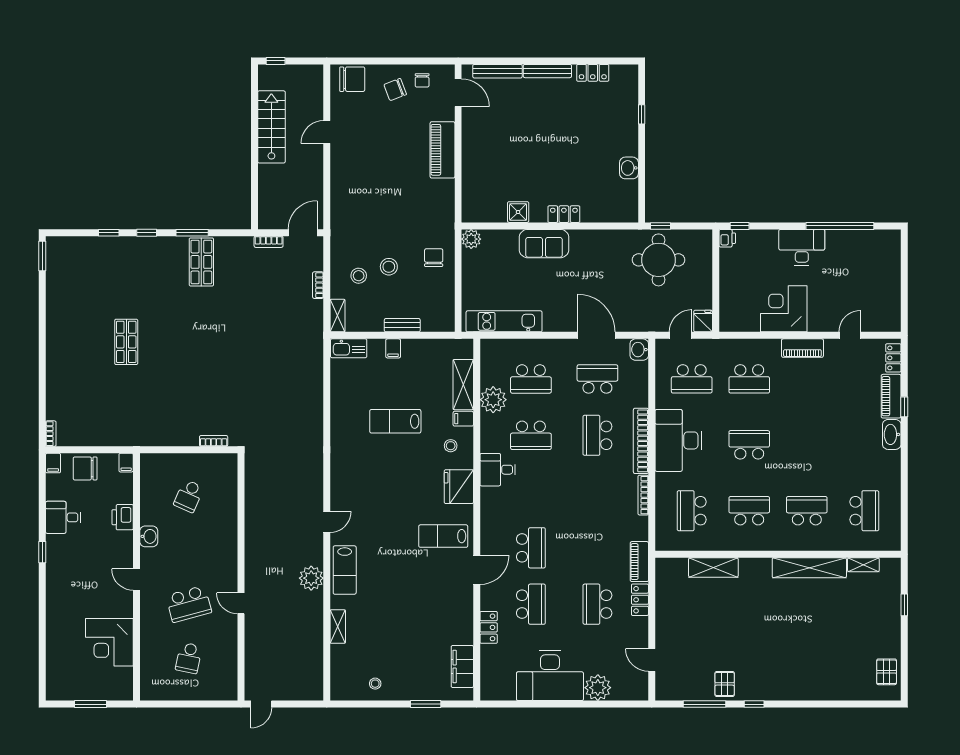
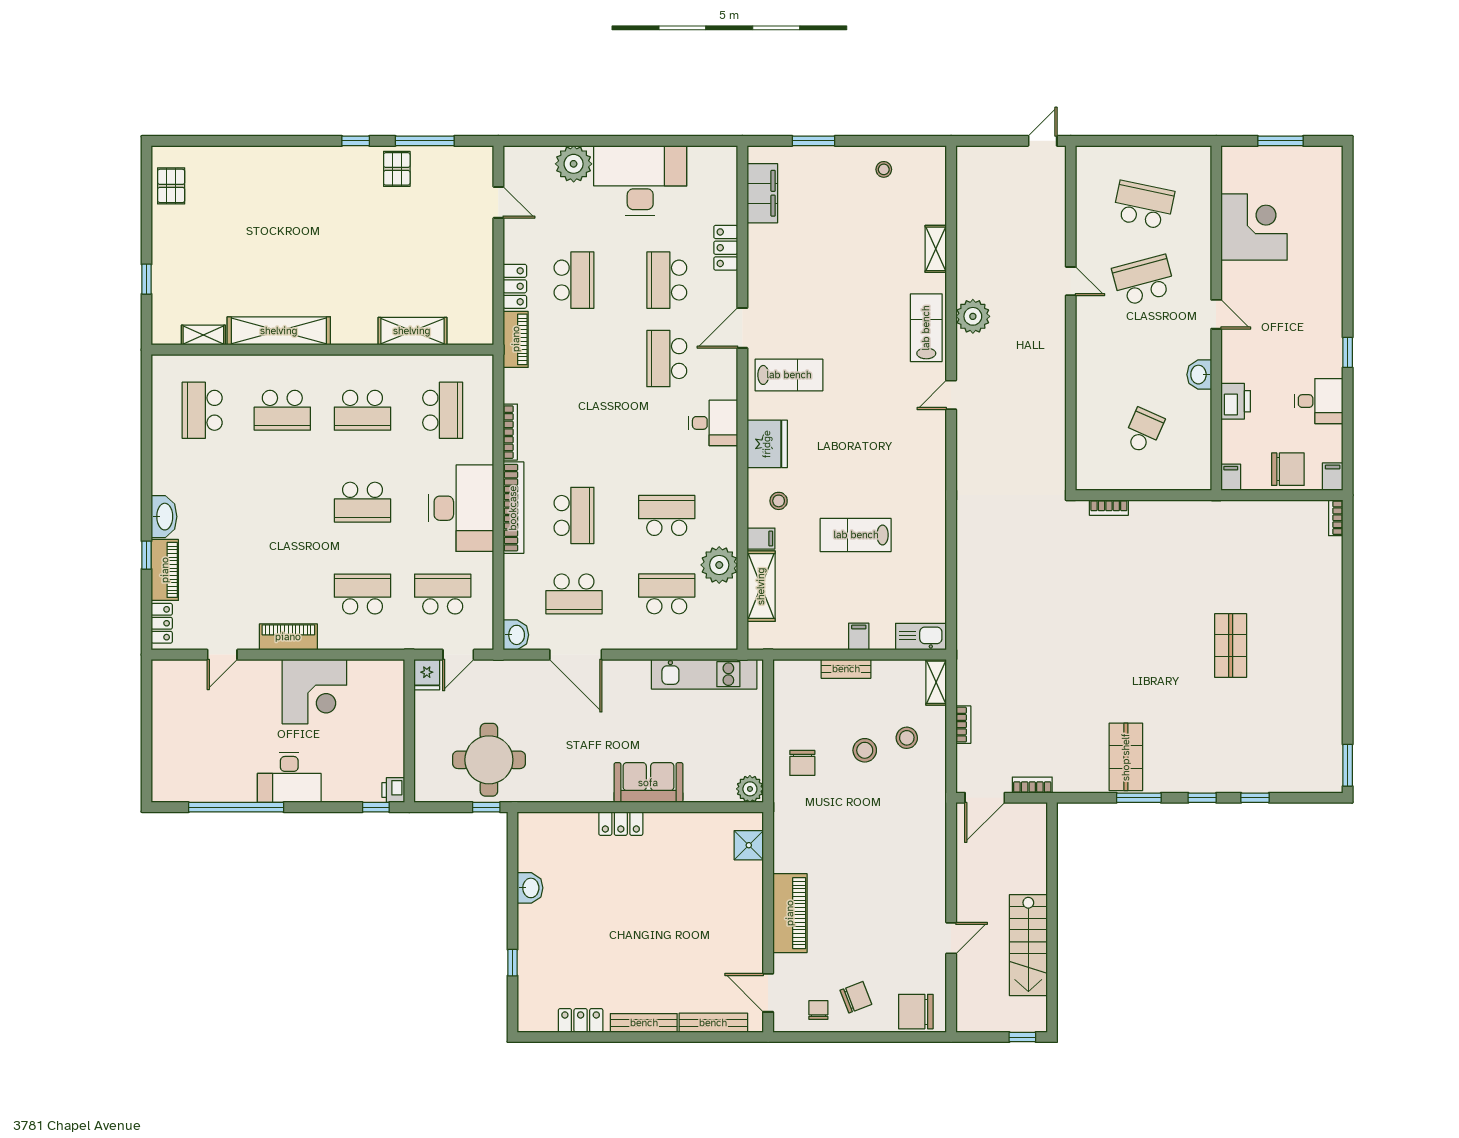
shower: (518, 212) -> (749, 845), moved
lab bench: (395, 421) -> (856, 535), turned 180
desk: (498, 470) -> (713, 423), moved
school desk: (189, 658) -> (1144, 205), width x1.85

